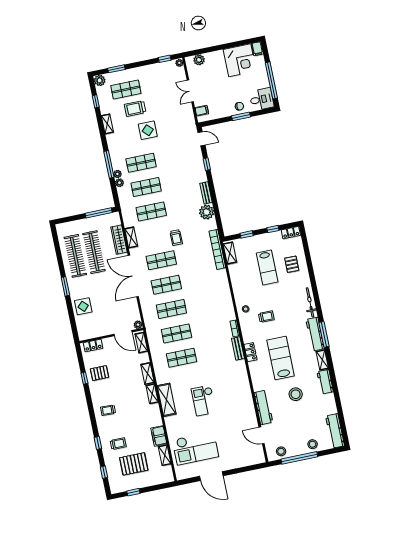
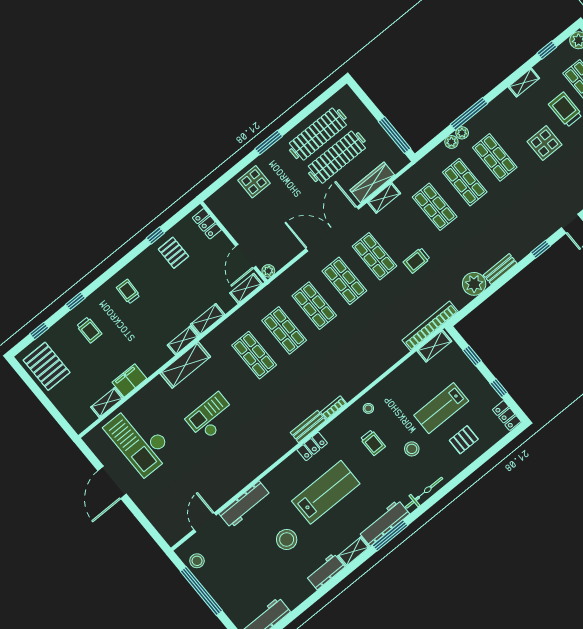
stool: (313, 444) -> (412, 449), moved
pallet: (134, 464) -> (47, 366), moved
window: (133, 492) -> (33, 386), removed

